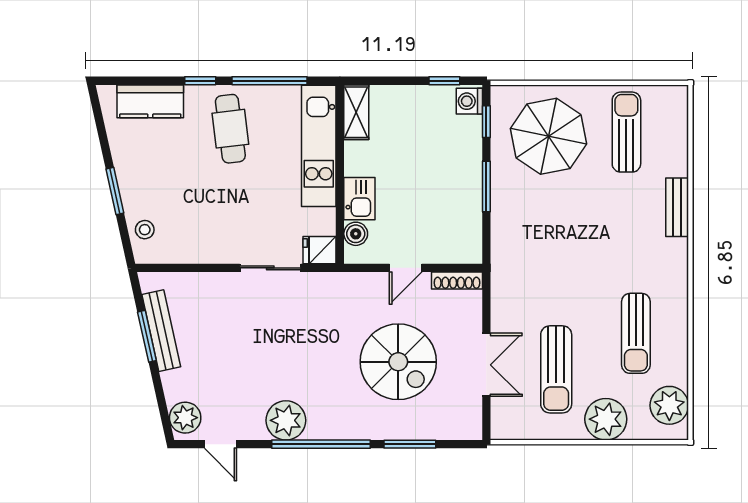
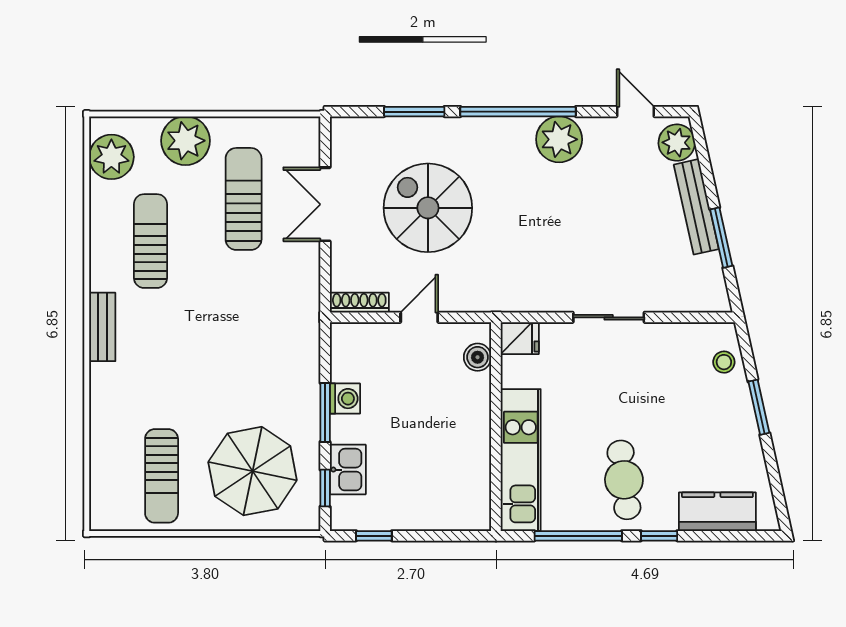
washing machine: (469, 101) -> (345, 399), moved
shelving: (356, 112) -> (477, 499), removed
kitchen sink: (359, 199) -> (348, 470), moved, turned 180
bench: (677, 207) -> (102, 327), moved
sliding door: (270, 268) -> (609, 317), moved
bench: (161, 331) -> (696, 207), moved

